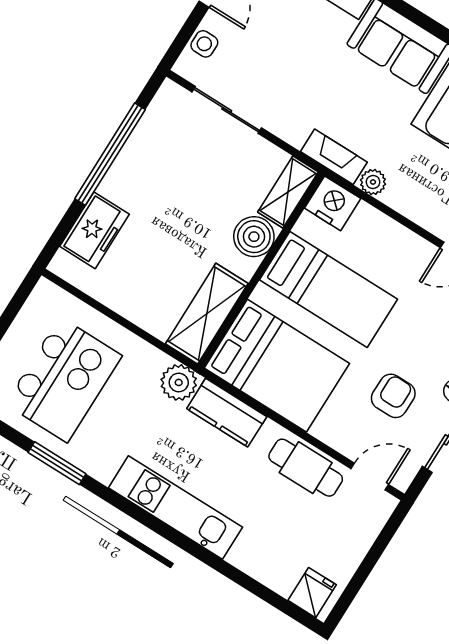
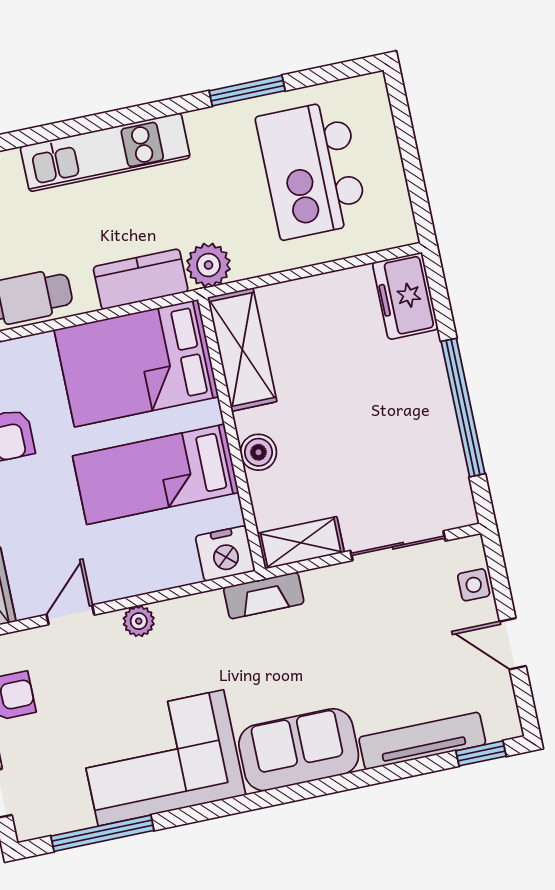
plant: (373, 182) -> (139, 621), moved
shelving: (288, 192) -> (301, 543), moved, turned 90
freezer: (94, 230) -> (405, 296), moved
boiler: (254, 237) -> (258, 452), width x0.73, depth x0.73

